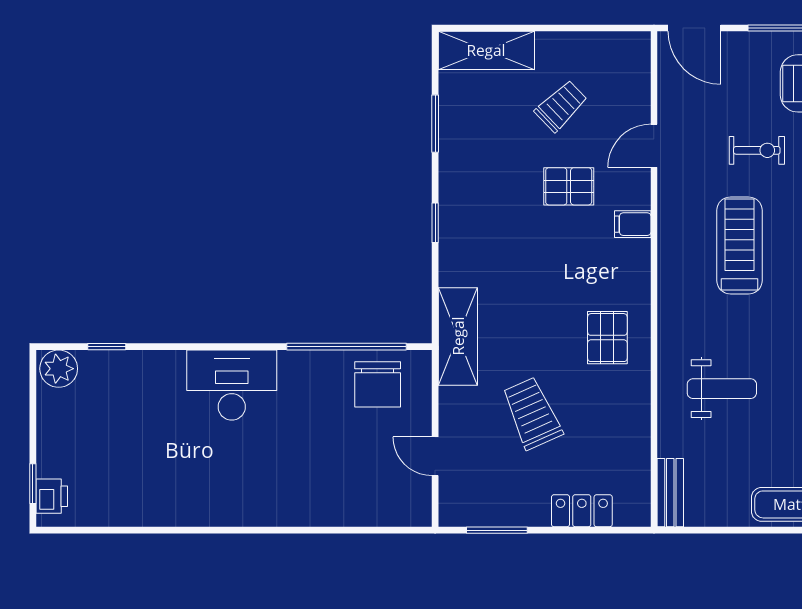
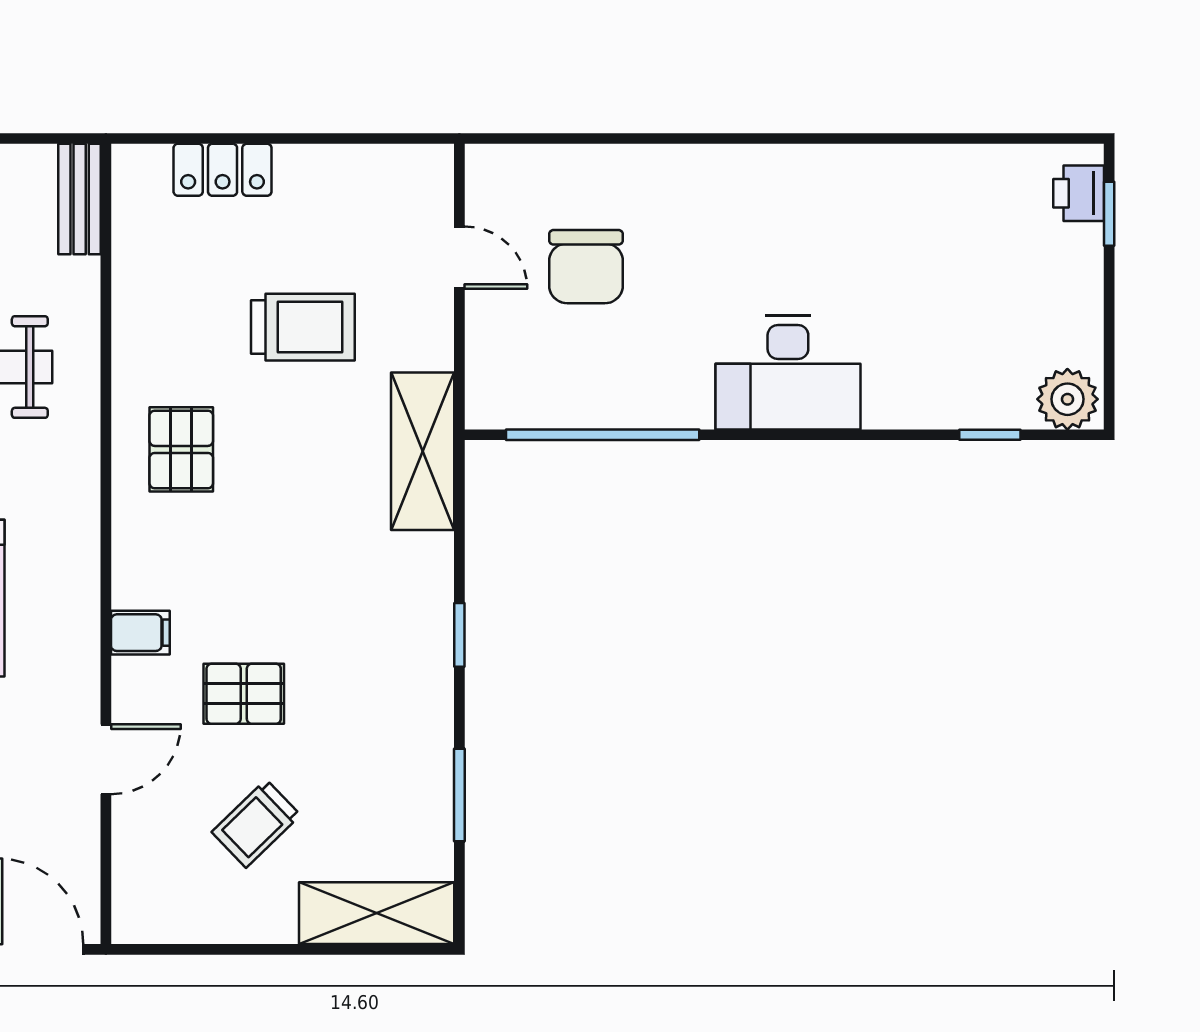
chair: (378, 384) -> (586, 267), moved, turned 180
trolley: (532, 413) -> (303, 327), turned -66
window: (497, 530) -> (360, 138), removed

